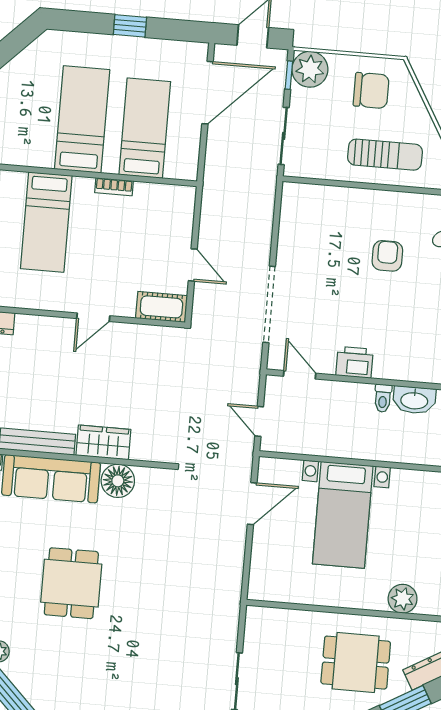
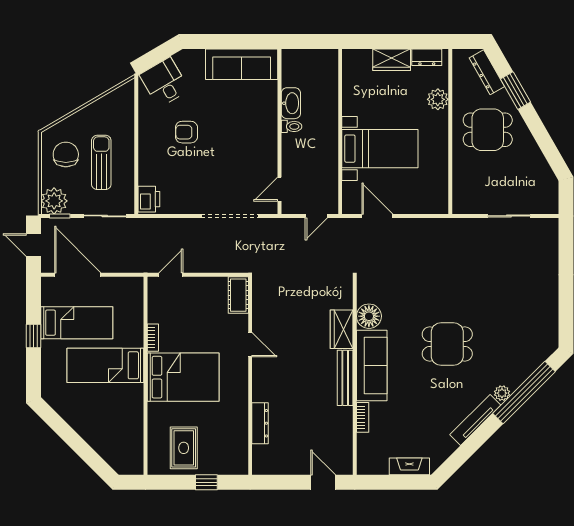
bed: (145, 128) -> (77, 323), moved, turned 180
sun lounger: (385, 155) -> (101, 162), moved
bed: (46, 222) -> (183, 377), width x1.50
door: (193, 265) -> (171, 275), moved
printer: (354, 362) -> (149, 199), moved, turned 180
dining table: (356, 663) -> (488, 130), turned 90

